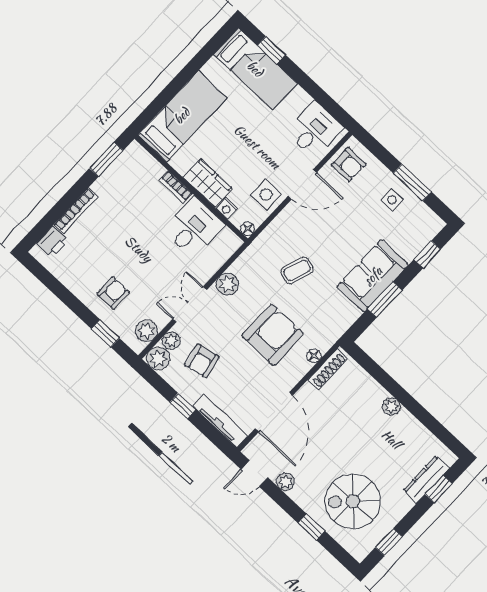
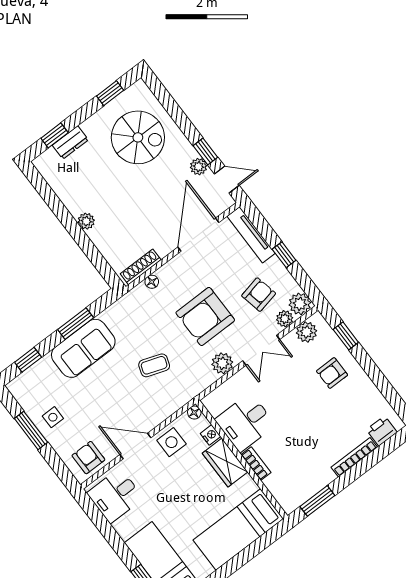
armchair: (273, 335) -> (205, 316), moved
dresser: (426, 479) -> (70, 142), width x0.70
window: (311, 527) -> (205, 152), moved

